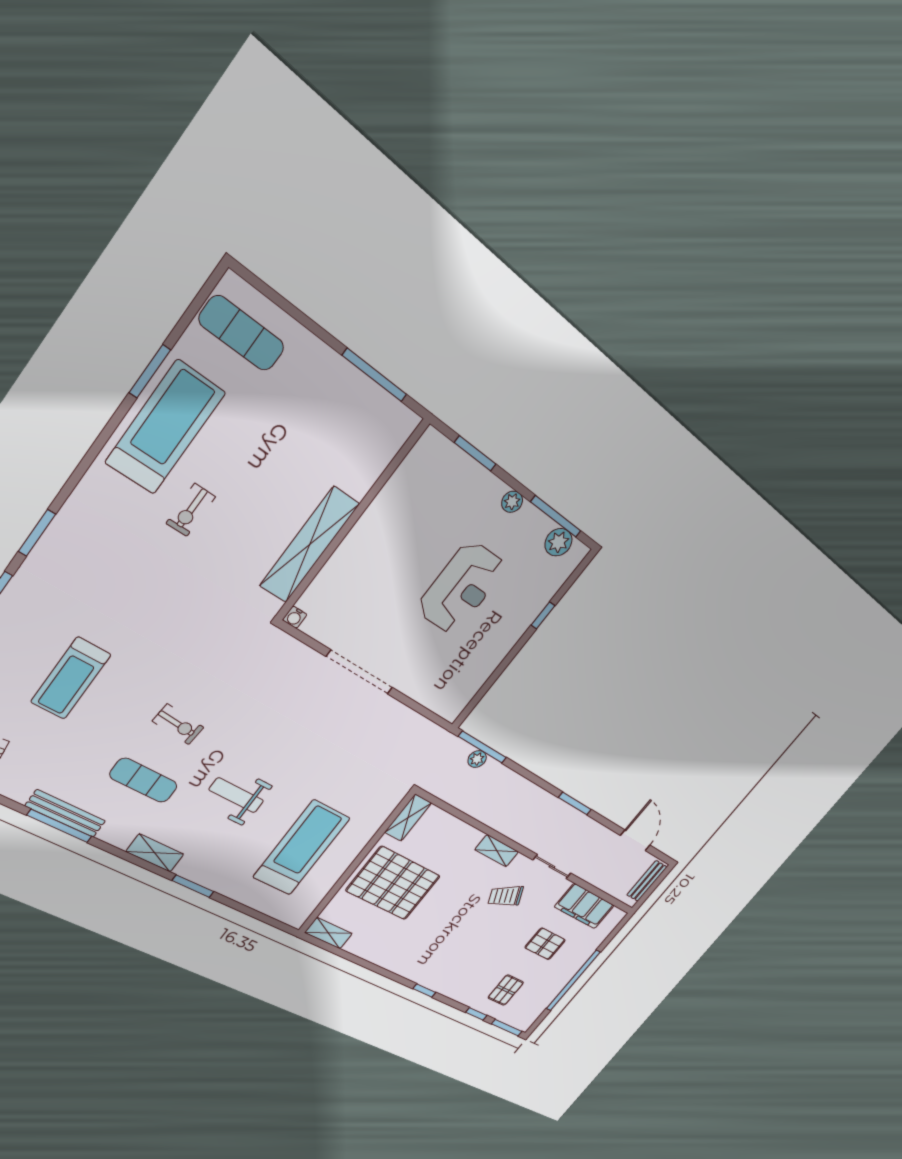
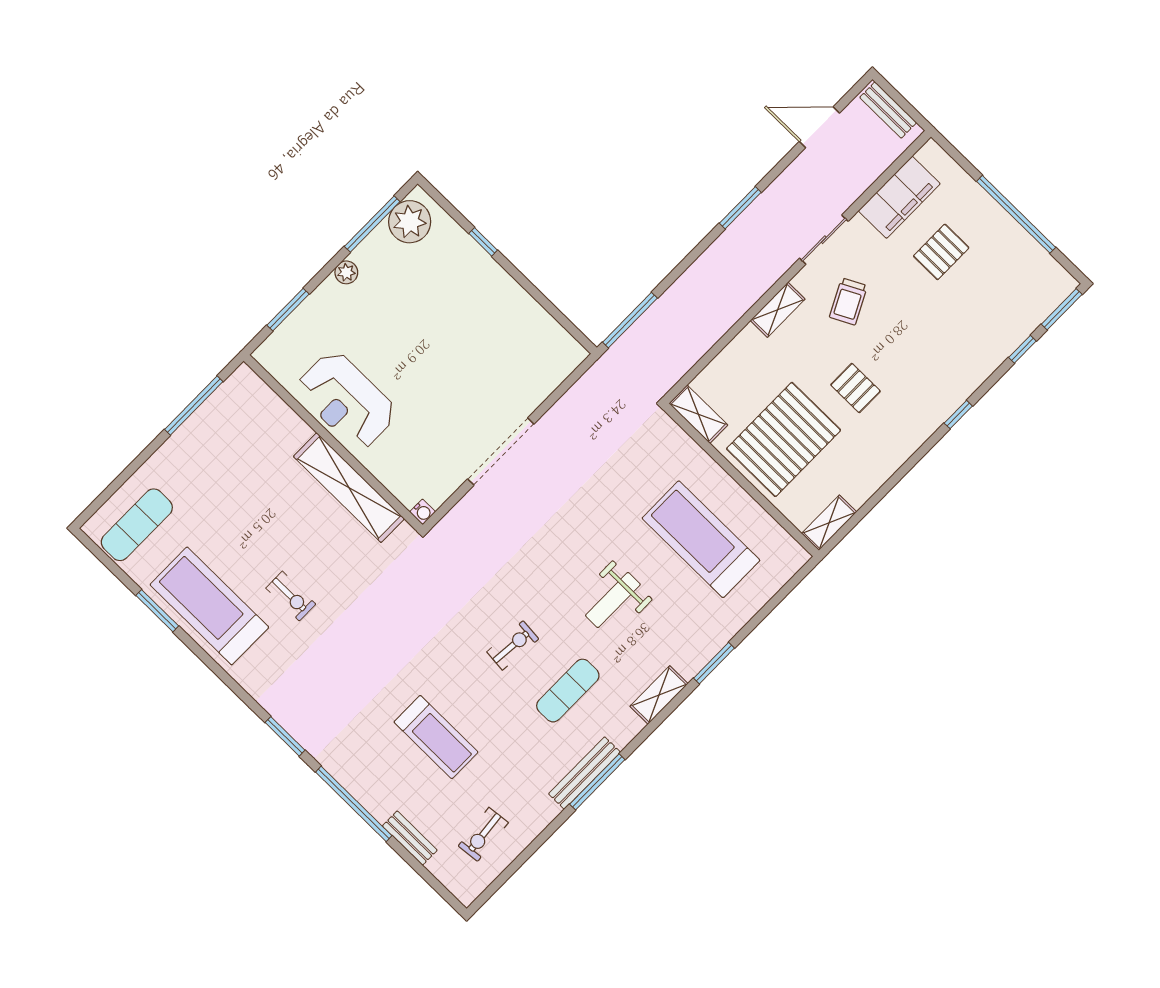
plant: (558, 542) -> (410, 222), width x1.36, depth x1.36
reception desk: (461, 588) -> (346, 400), moved, turned 180
plant: (477, 759) -> (644, 327), removed
pallet: (506, 990) -> (856, 388), moved

